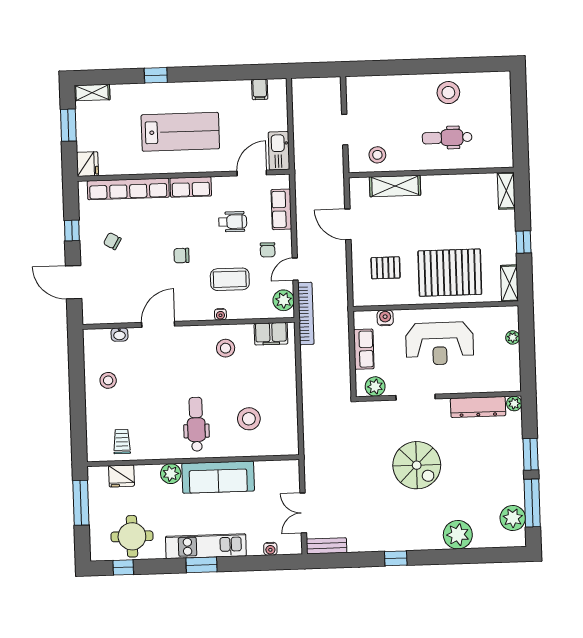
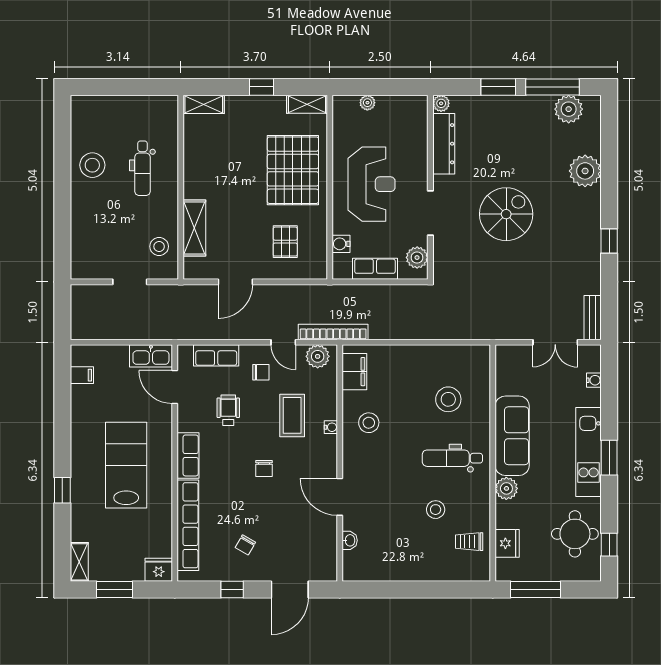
stool: (108, 380) -> (436, 510), moved

